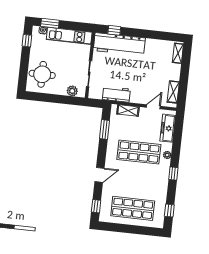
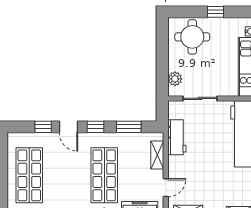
window: (27, 41) -> (215, 12), moved
door: (153, 107) -> (166, 188), hinge flipped
window: (102, 155) -> (96, 127), added
window: (96, 206) -> (43, 127), moved

